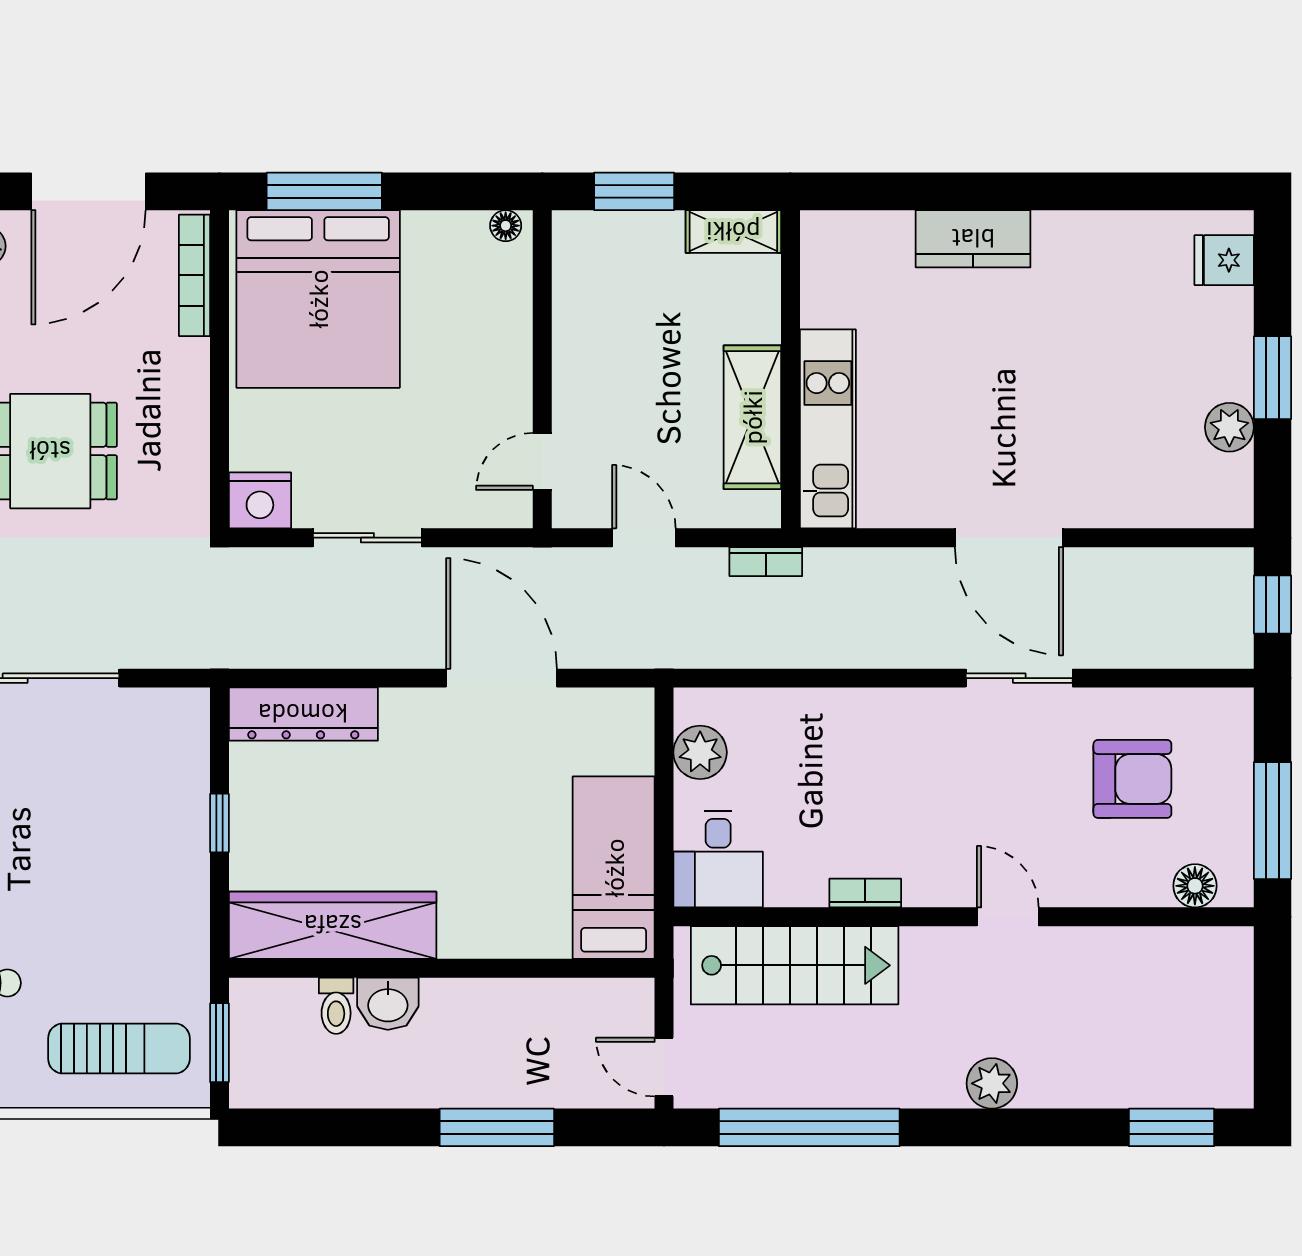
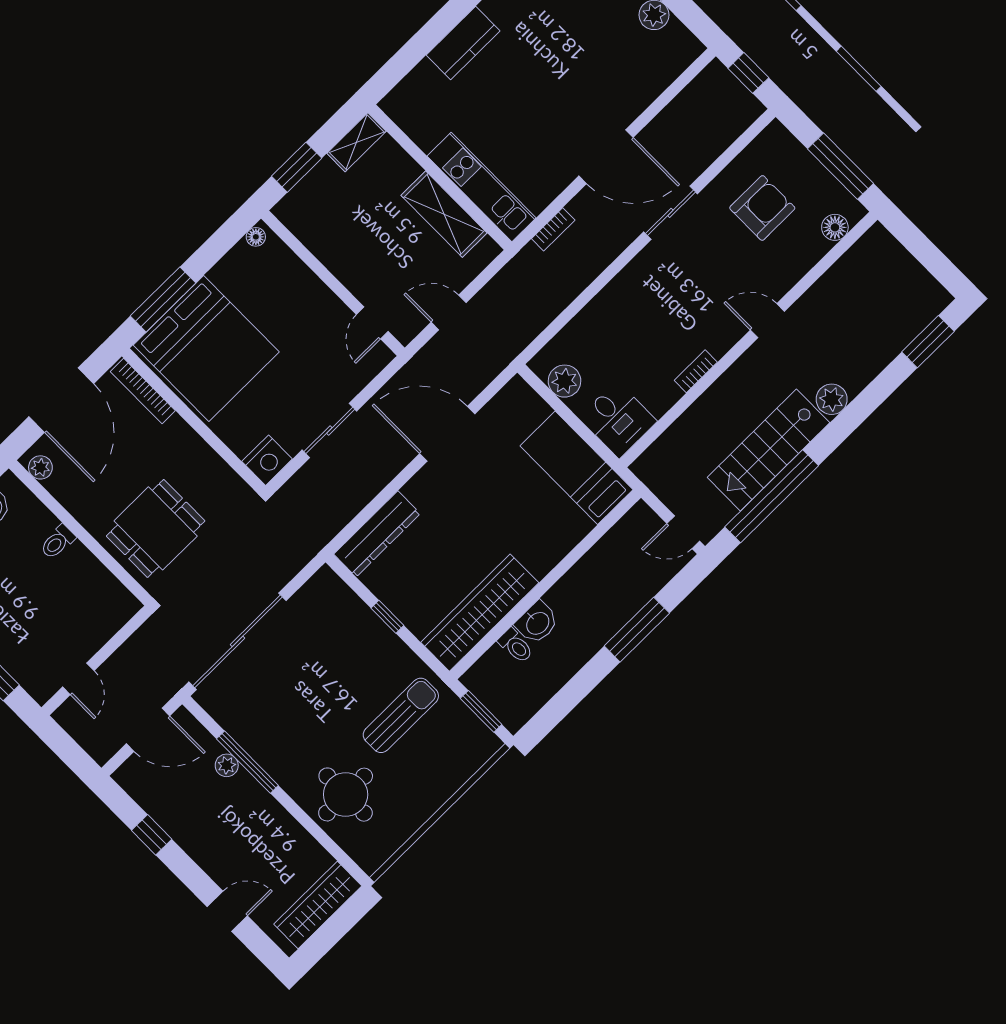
bookcase: (766, 562) -> (553, 229), moved
stairs: (795, 965) -> (768, 450), moved, turned 180
sun lounger: (119, 1049) -> (401, 715), moved

